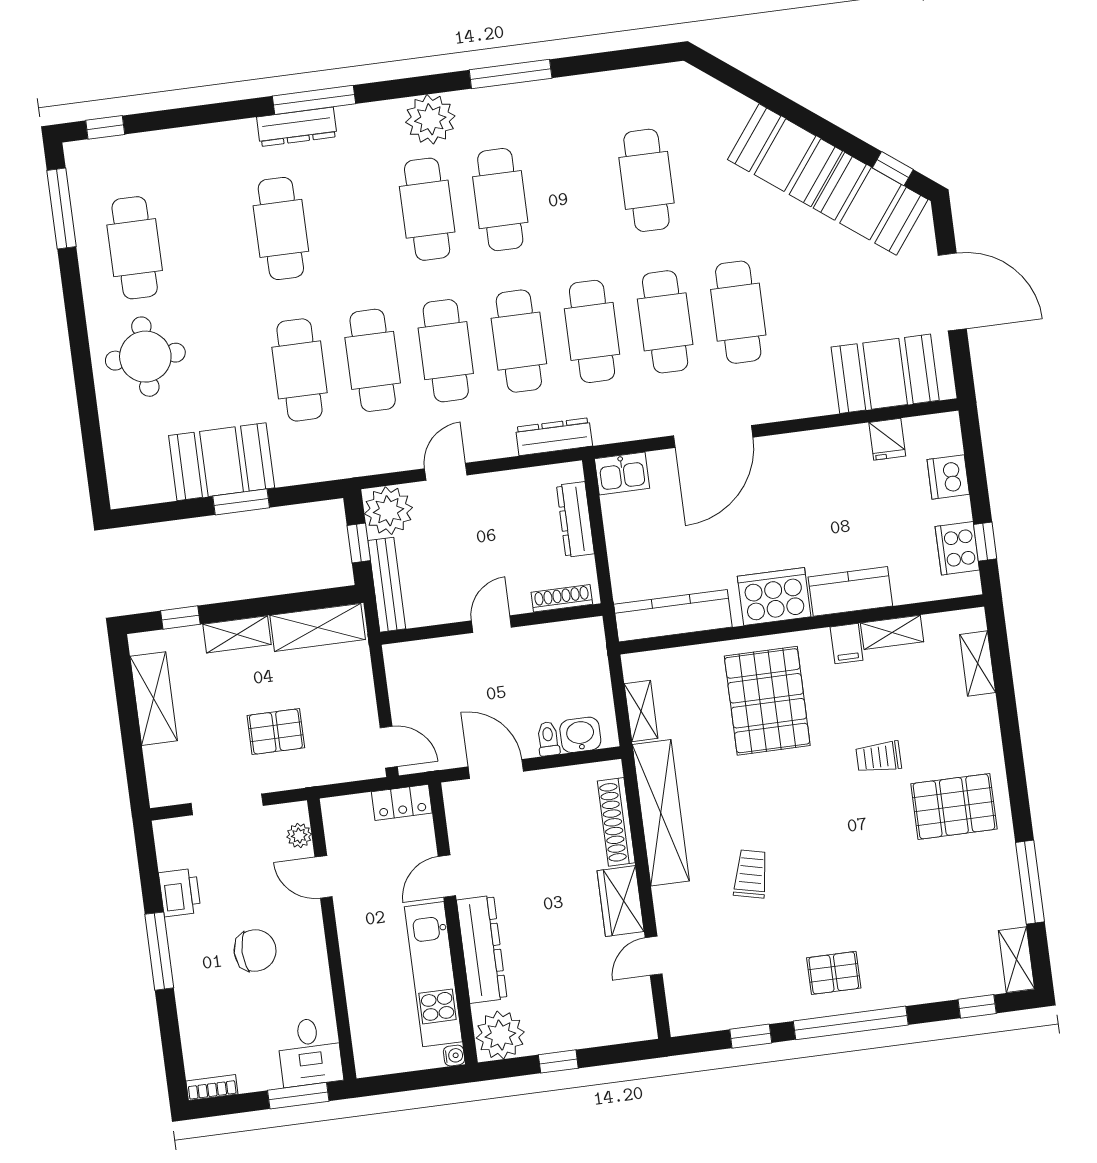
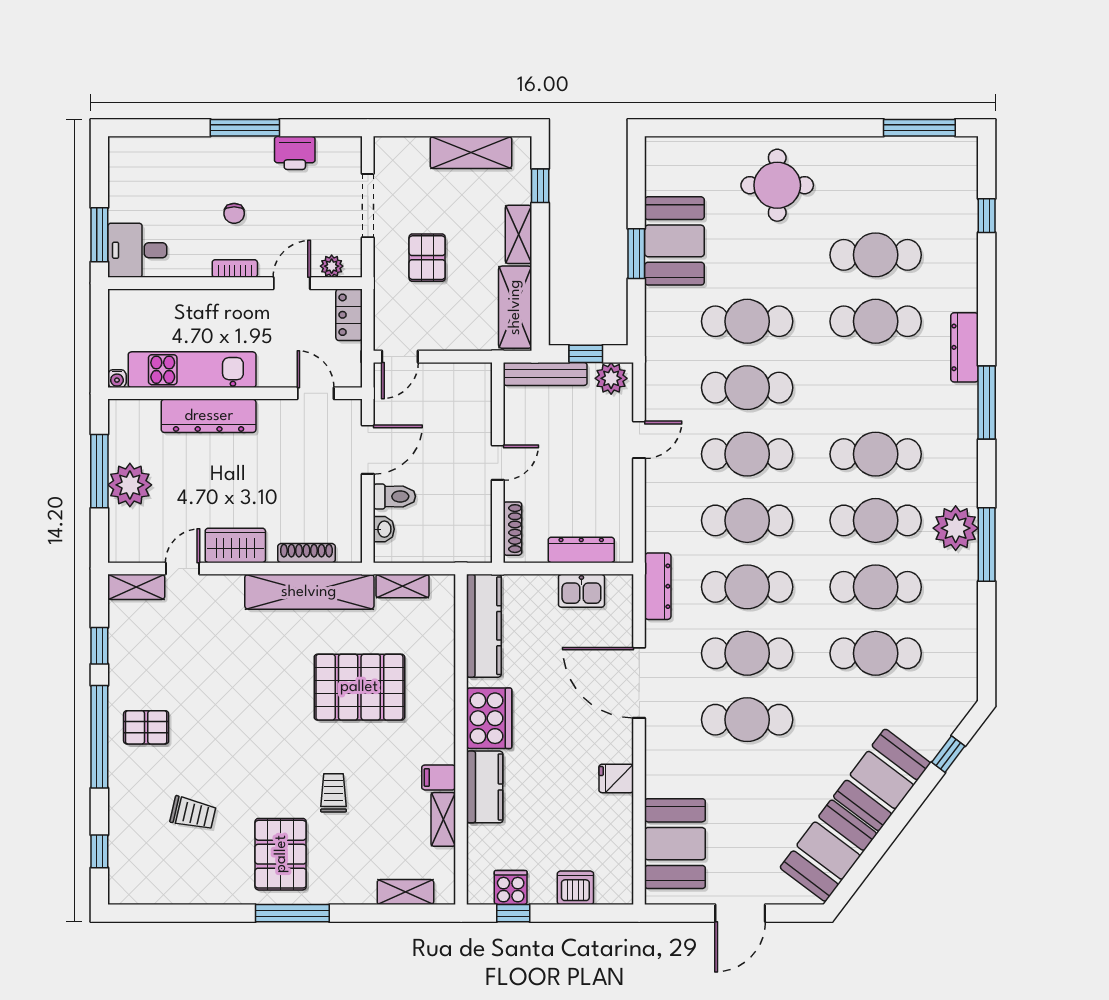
window: (314, 100) -> (987, 402), moved
plant: (430, 119) -> (956, 528), moved
window: (105, 127) -> (987, 216), moved
window: (893, 169) -> (948, 754), moved
cafe table: (573, 190) -> (876, 587), added
cafe table: (135, 248) -> (876, 255), moved
door: (952, 292) -> (740, 913), width x0.73
dresser: (554, 437) -> (658, 586), moved
fridge: (887, 439) -> (616, 778), moved
door: (446, 472) -> (639, 440), hinge flipped
kitchen sink: (622, 474) -> (581, 591), moved, turned -90
plant: (388, 511) -> (611, 378), width x0.73, depth x0.73
cooker: (957, 548) -> (511, 888), width x0.73
door: (491, 624) -> (498, 463), hinge flipped
pallet: (767, 701) -> (359, 687), moved
washbasin: (580, 735) -> (384, 529), width x0.72, depth x0.69
toilet: (548, 739) -> (394, 496), width x1.37, depth x1.39
locker: (402, 802) -> (349, 315), moved
shoe rack: (616, 822) -> (306, 553), width x0.74, depth x0.81
trolley: (751, 874) -> (193, 813), moved
door: (447, 876) -> (316, 393), moved
window: (1030, 882) -> (292, 913), moved
chair: (255, 950) -> (234, 213), width x0.54, depth x0.54
door: (654, 956) -> (183, 569), hinge flipped
shelving: (1016, 960) -> (136, 587), moved
pallet: (834, 973) -> (146, 727), turned 90
plant: (500, 1035) -> (130, 485), moved
window: (558, 1061) -> (99, 471), width x2.17
bookcase: (212, 1087) -> (235, 269), moved, turned -90

